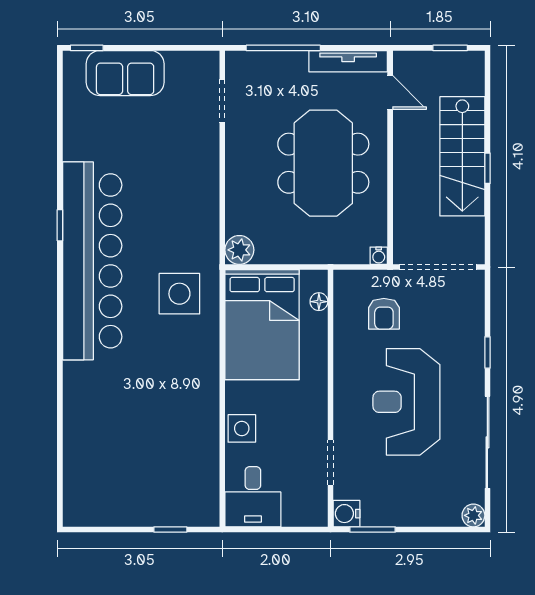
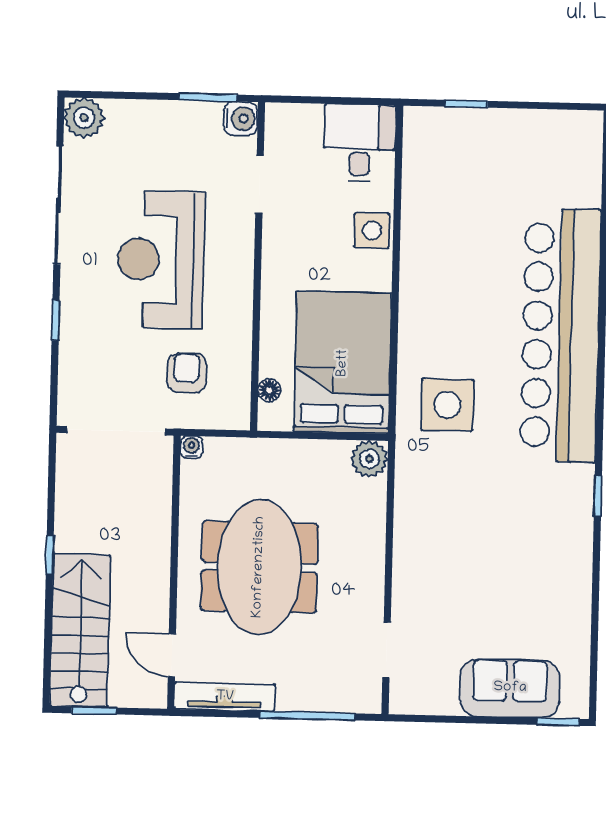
stairs: (462, 156) -> (80, 630), moved
bar counter: (92, 261) -> (561, 335), moved
reception desk: (406, 402) -> (161, 260), turned 180
plant: (473, 515) -> (84, 118), width x1.38, depth x1.38

